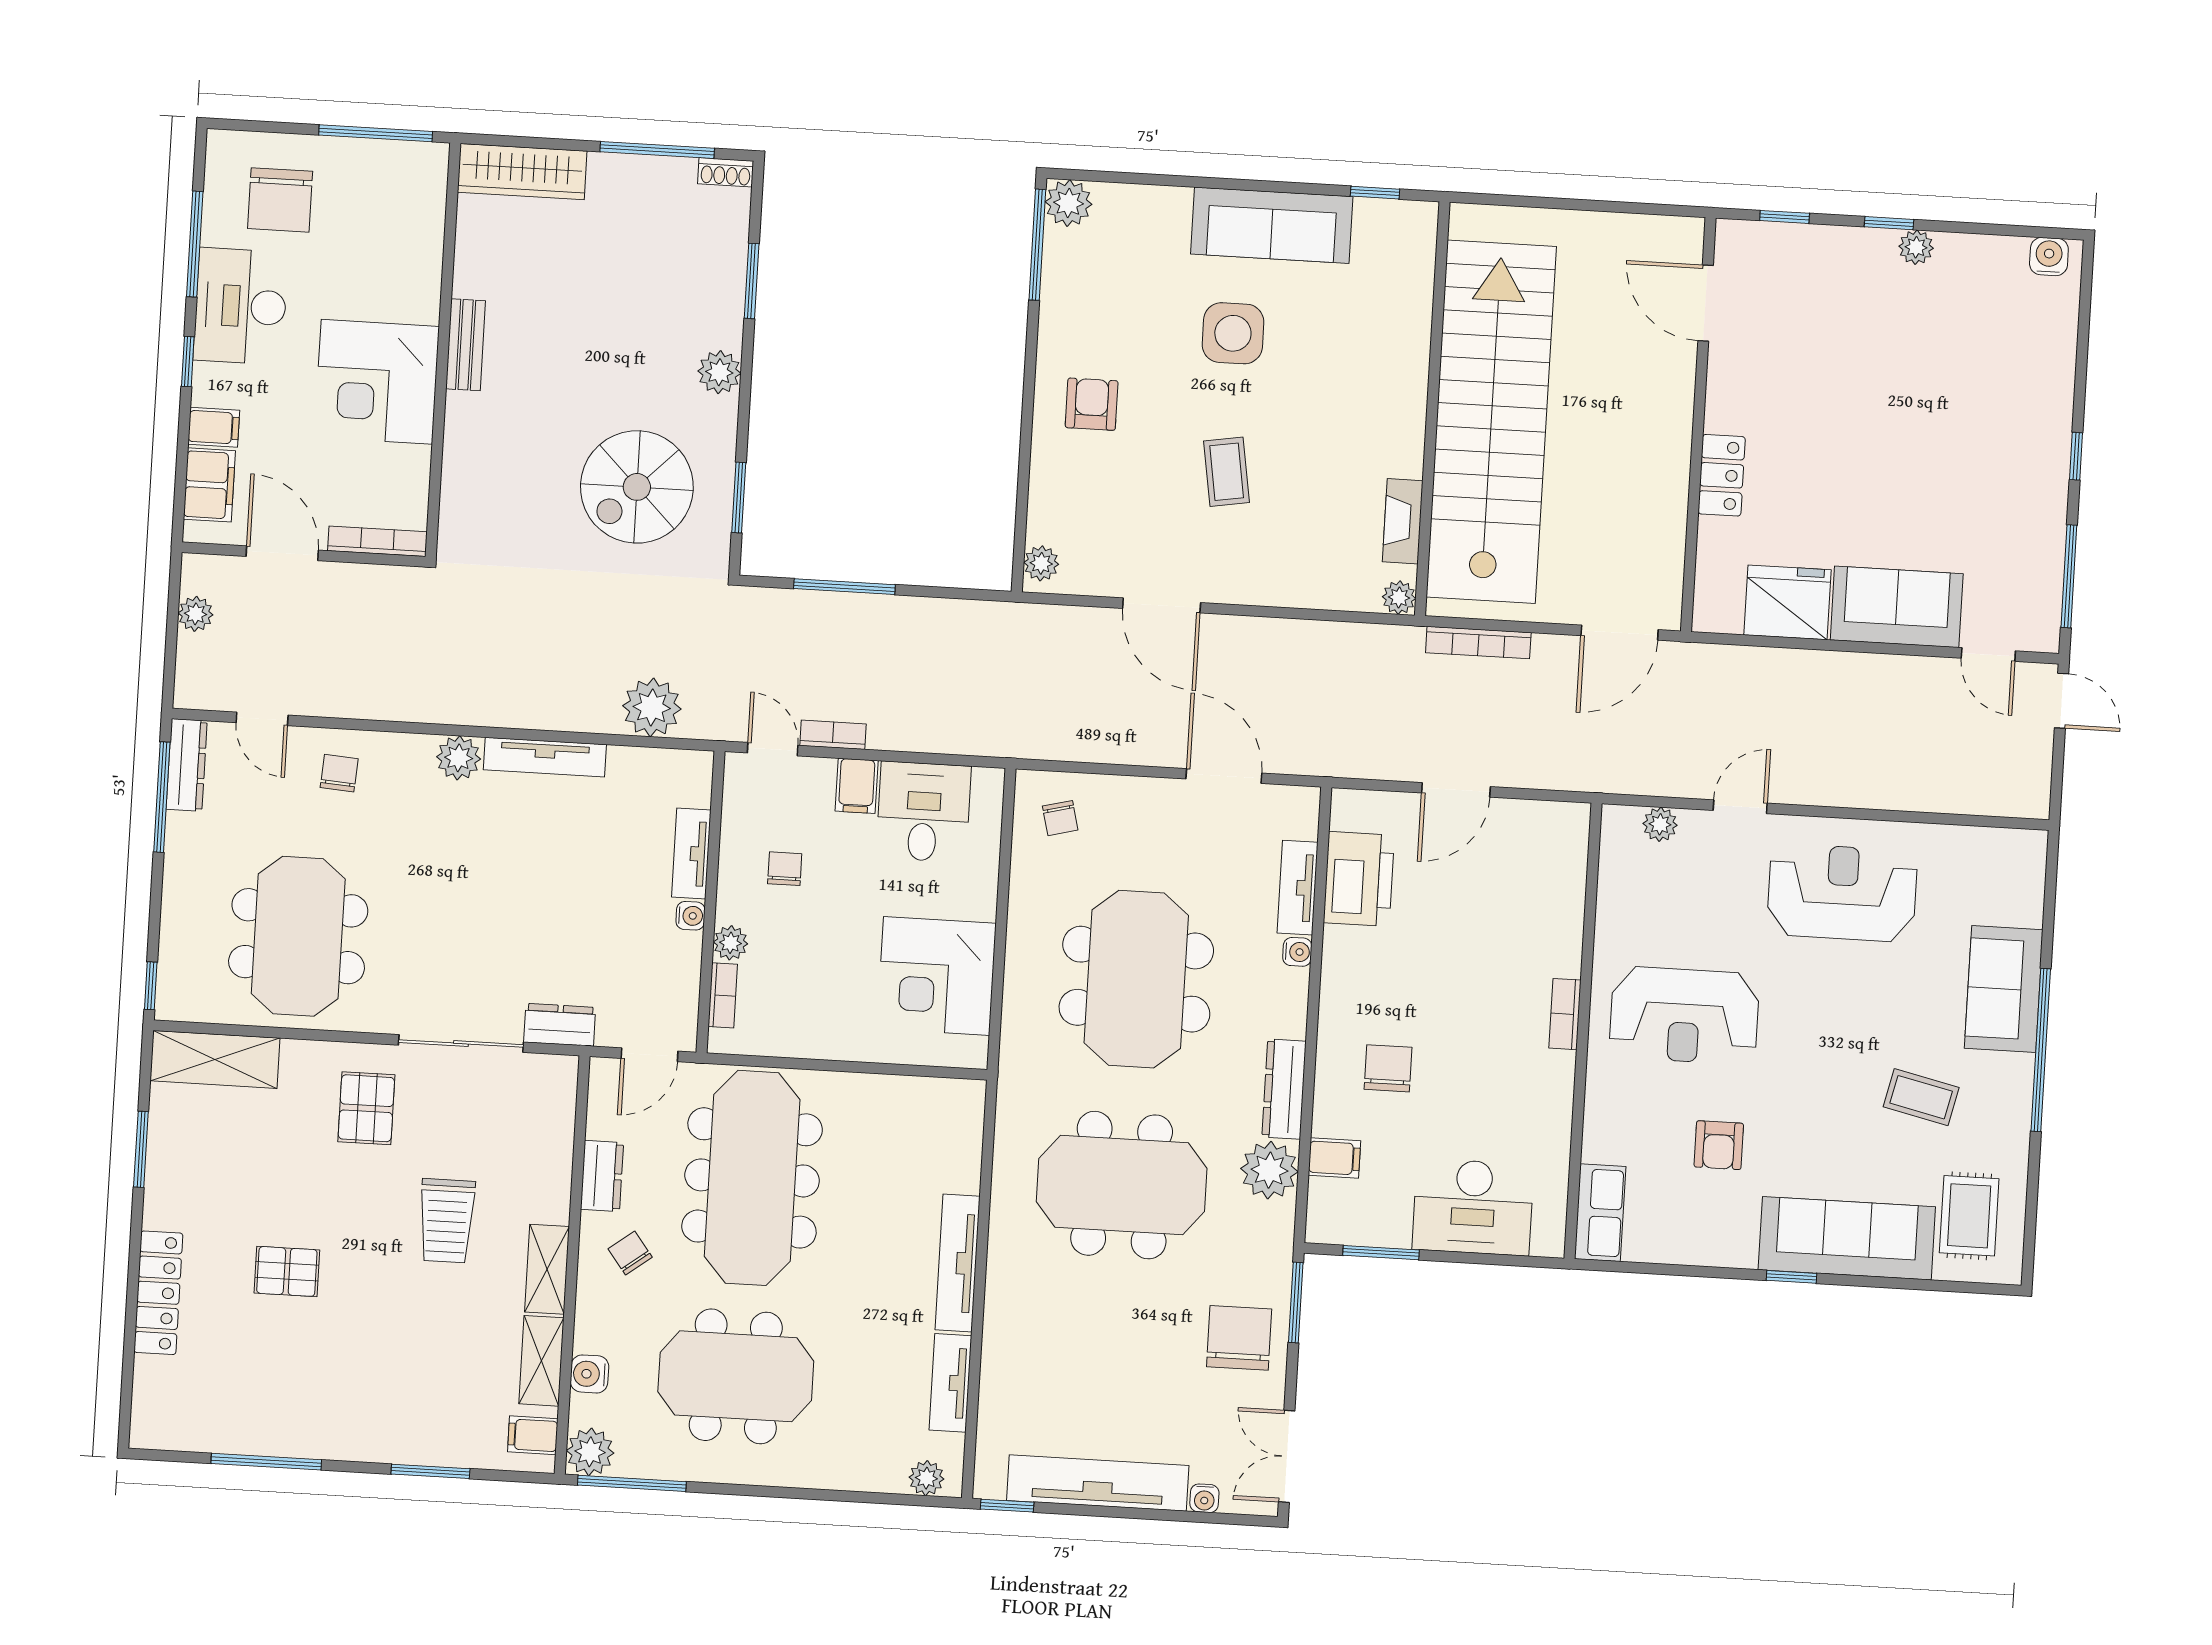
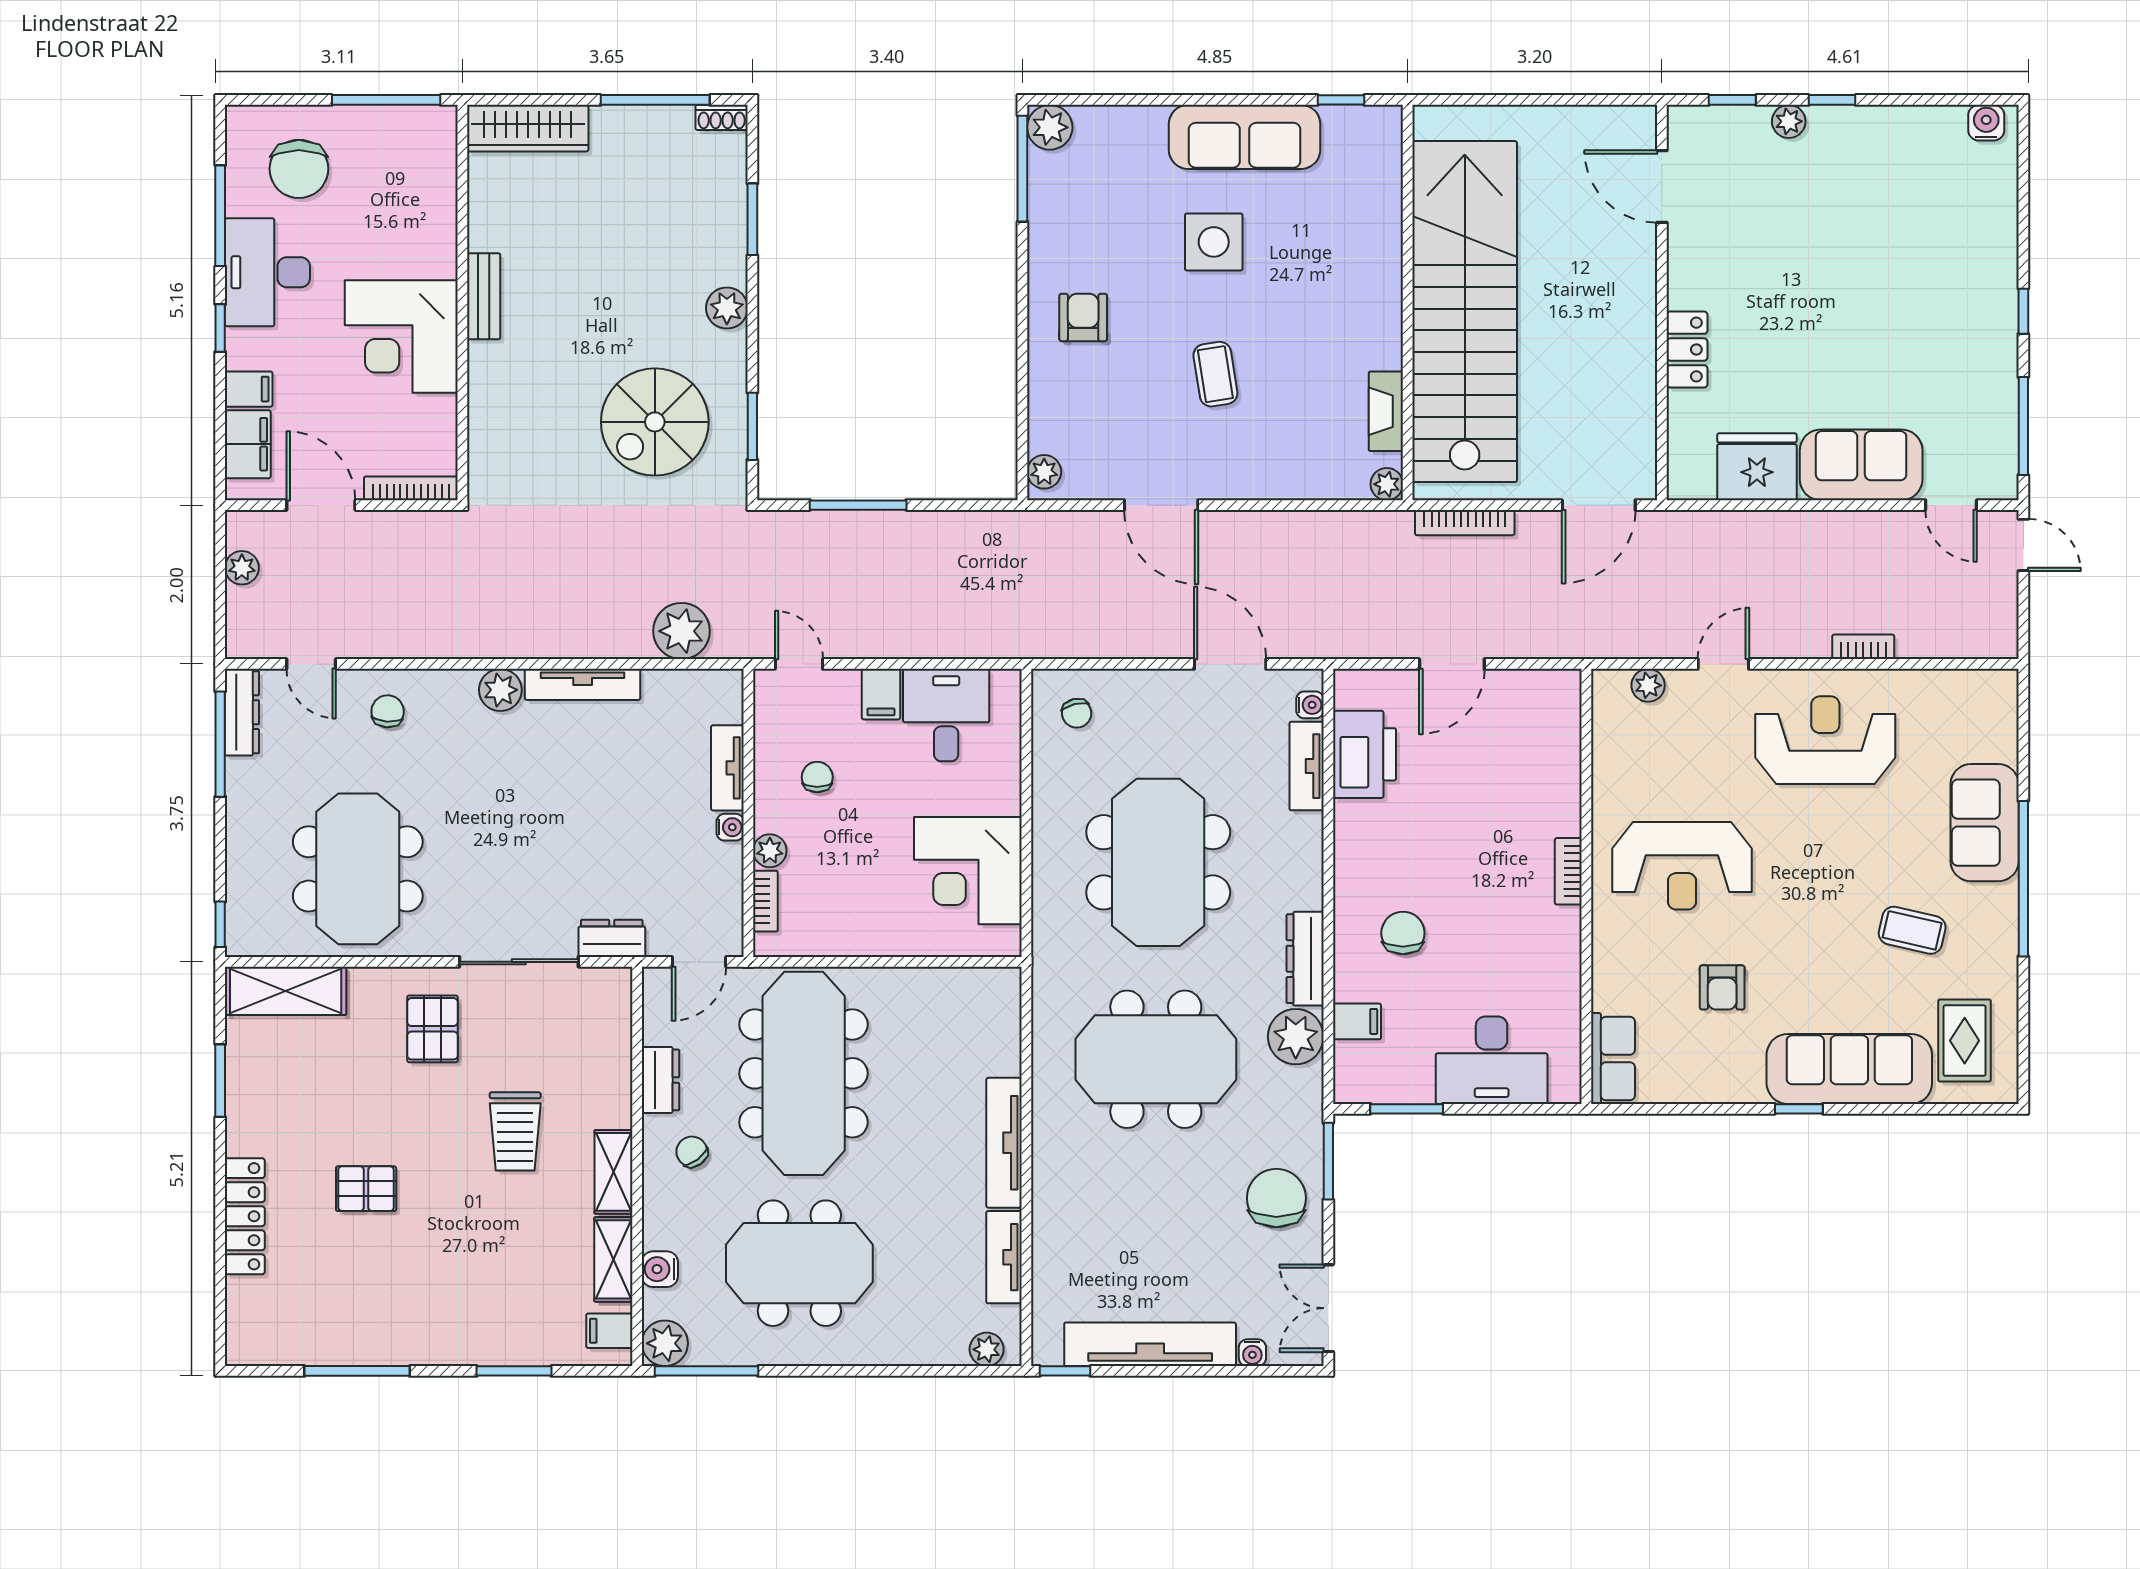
plant: (1916, 247) -> (1789, 121), moved
bookcase: (833, 735) -> (1863, 647), moved
water cooler: (1297, 952) -> (1310, 705), moved

